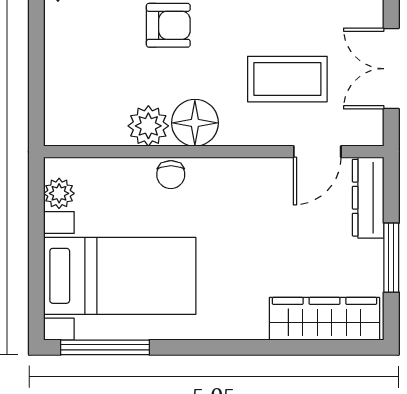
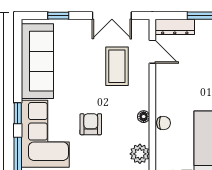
floor lamp: (195, 123) -> (144, 117), width x0.53, depth x0.53
plant: (148, 126) -> (140, 154), moved

